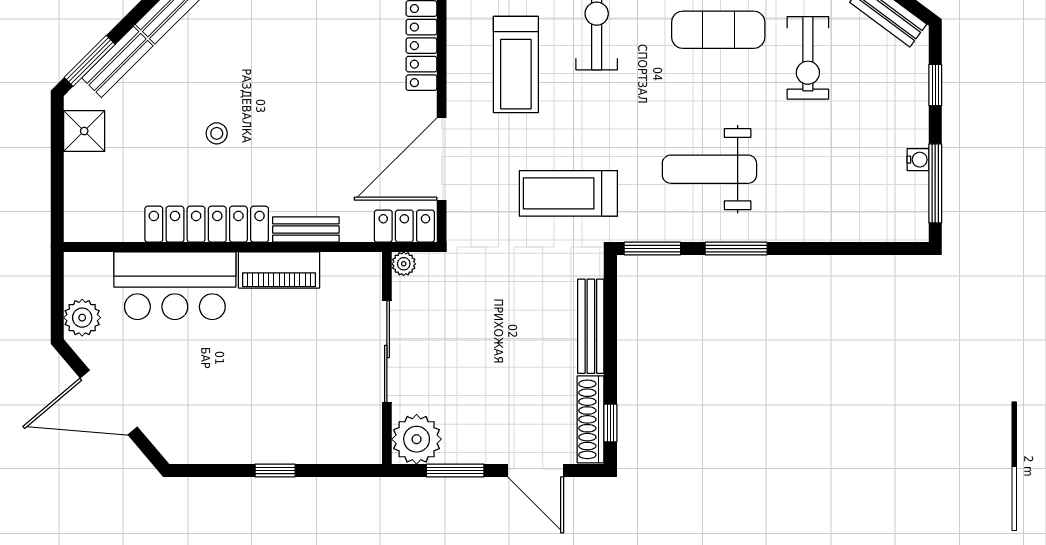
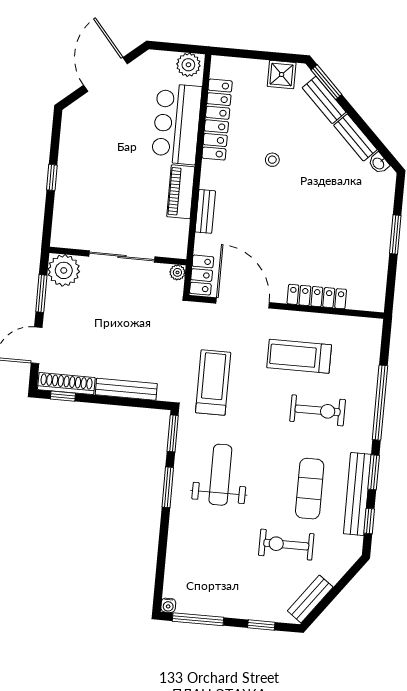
water cooler: (918, 160) -> (168, 605), moved
locker: (207, 224) -> (217, 120), moved
plant: (82, 318) -> (188, 65), moved

